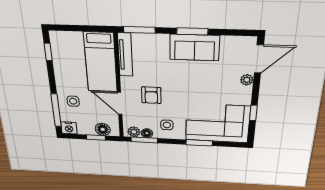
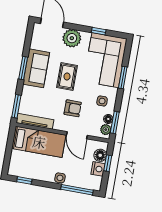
plant: (247, 80) -> (72, 38), width x1.88, depth x1.88
rug: (190, 85) -> (67, 76), added
side table: (73, 101) -> (60, 178), moved
door: (120, 103) -> (77, 135), hinge flipped
nightstand: (69, 128) -> (98, 169), moved

